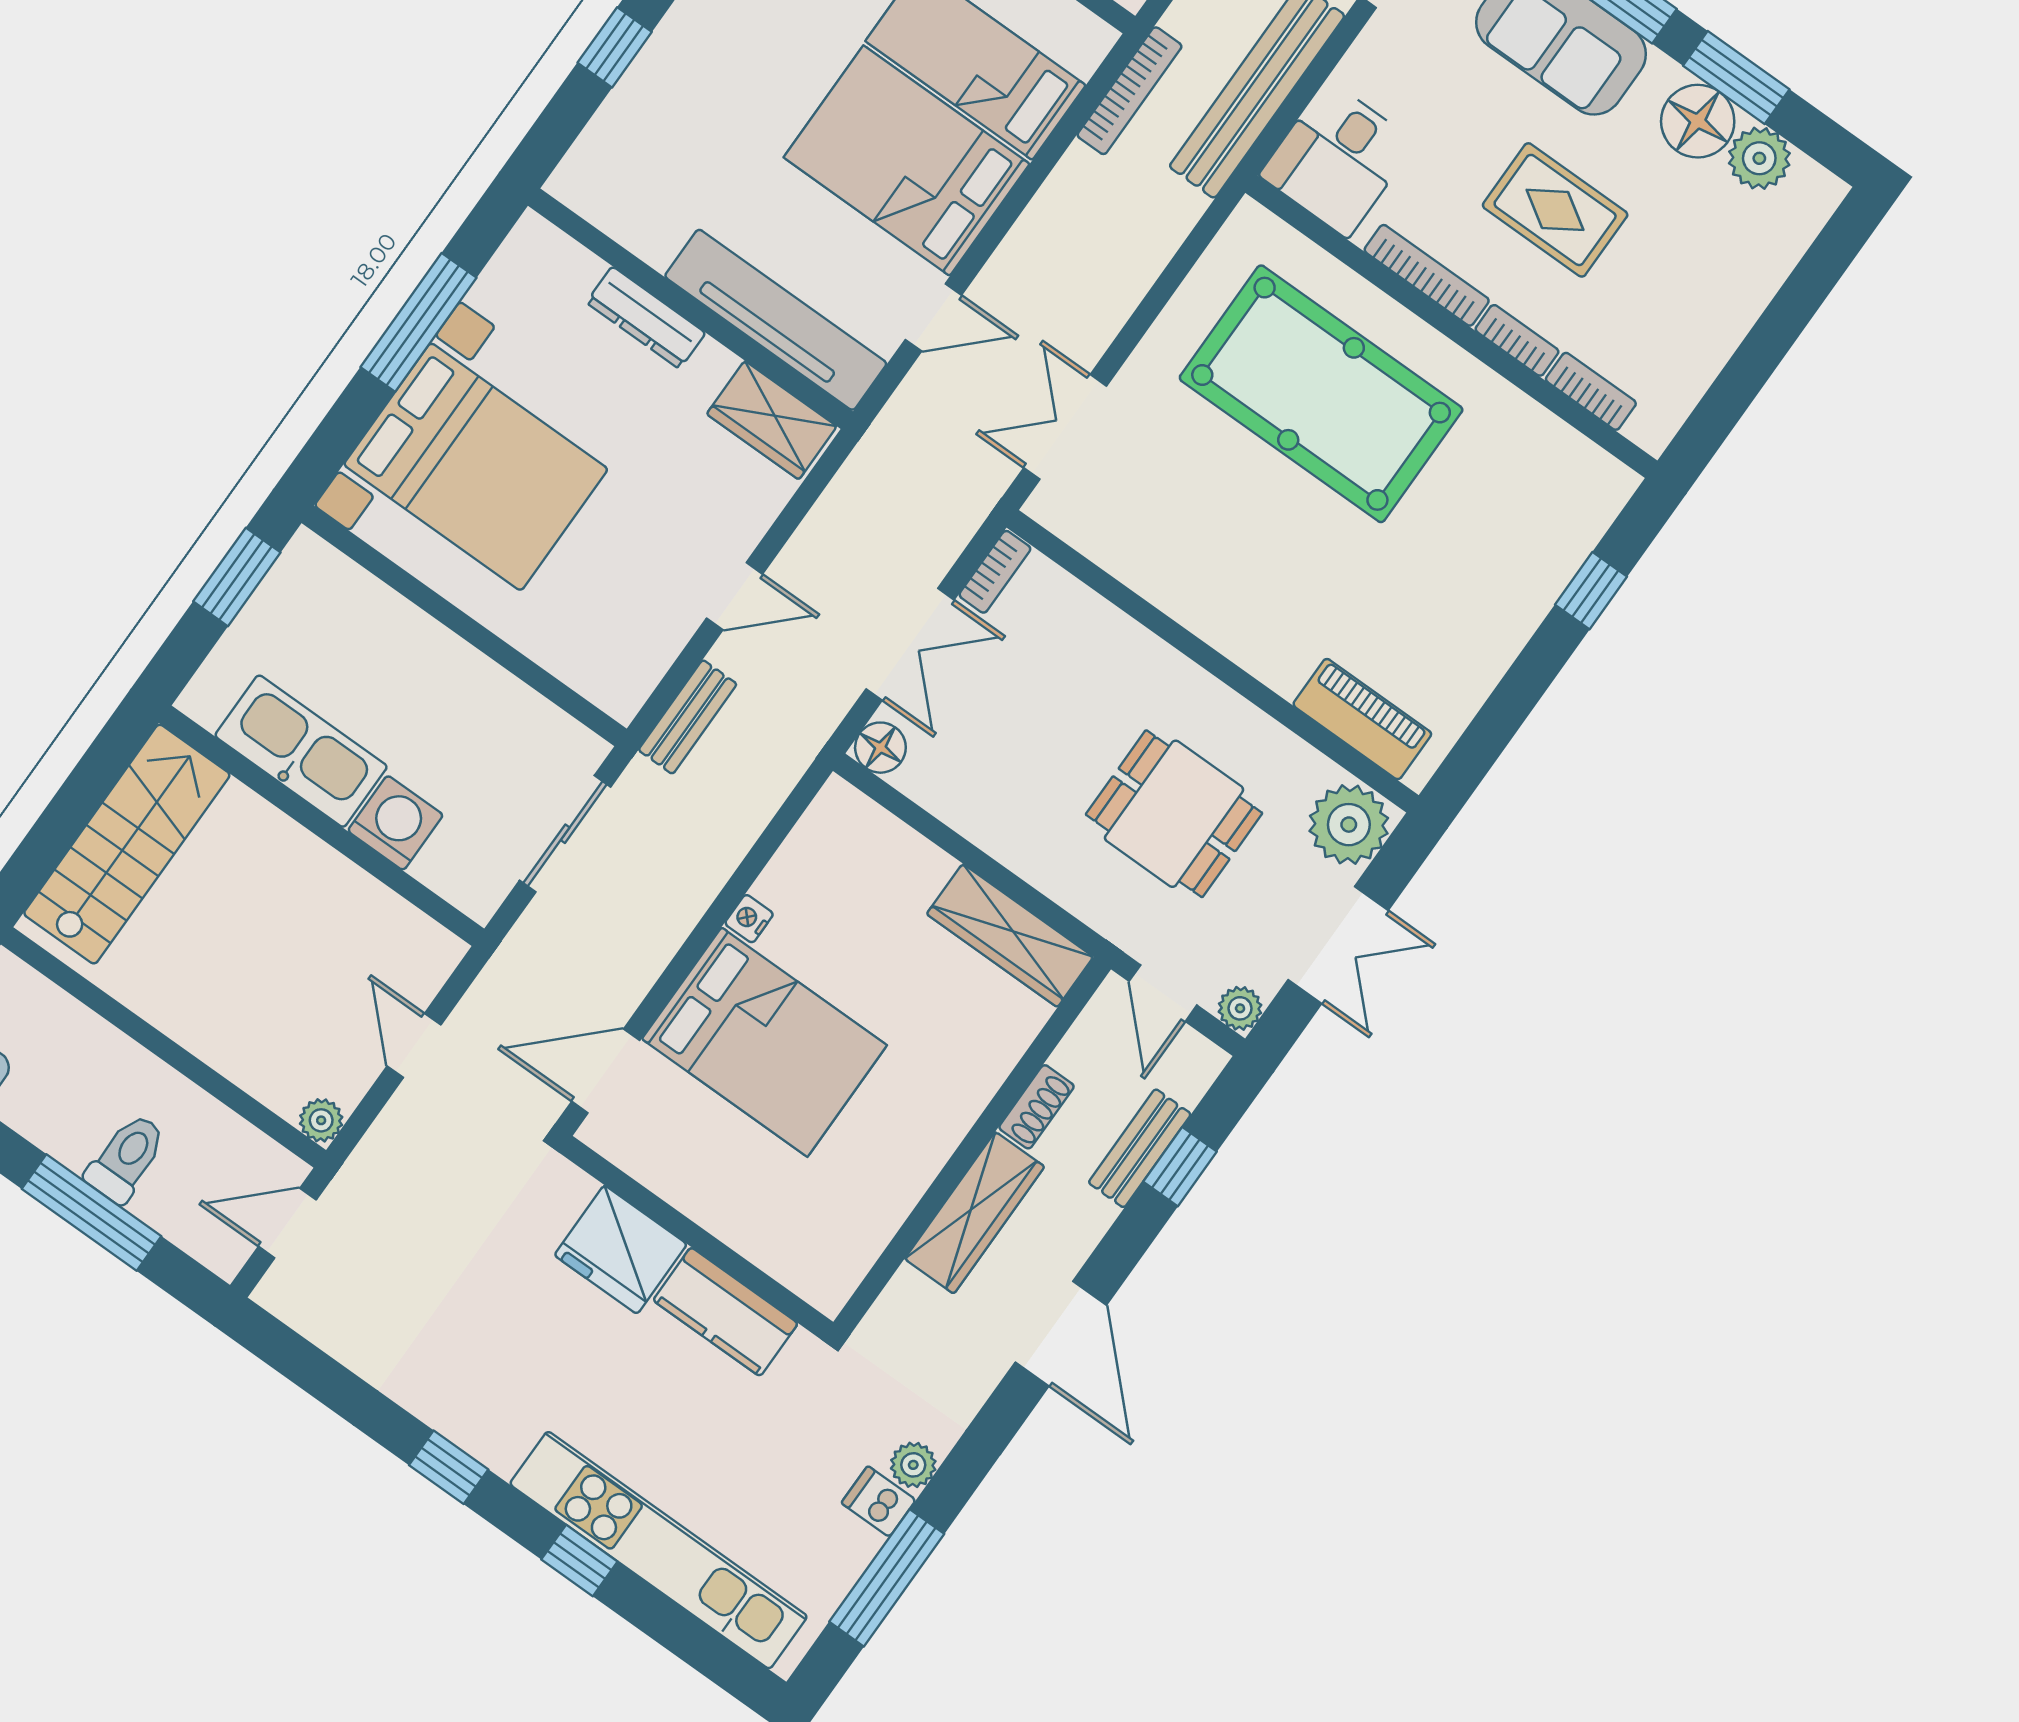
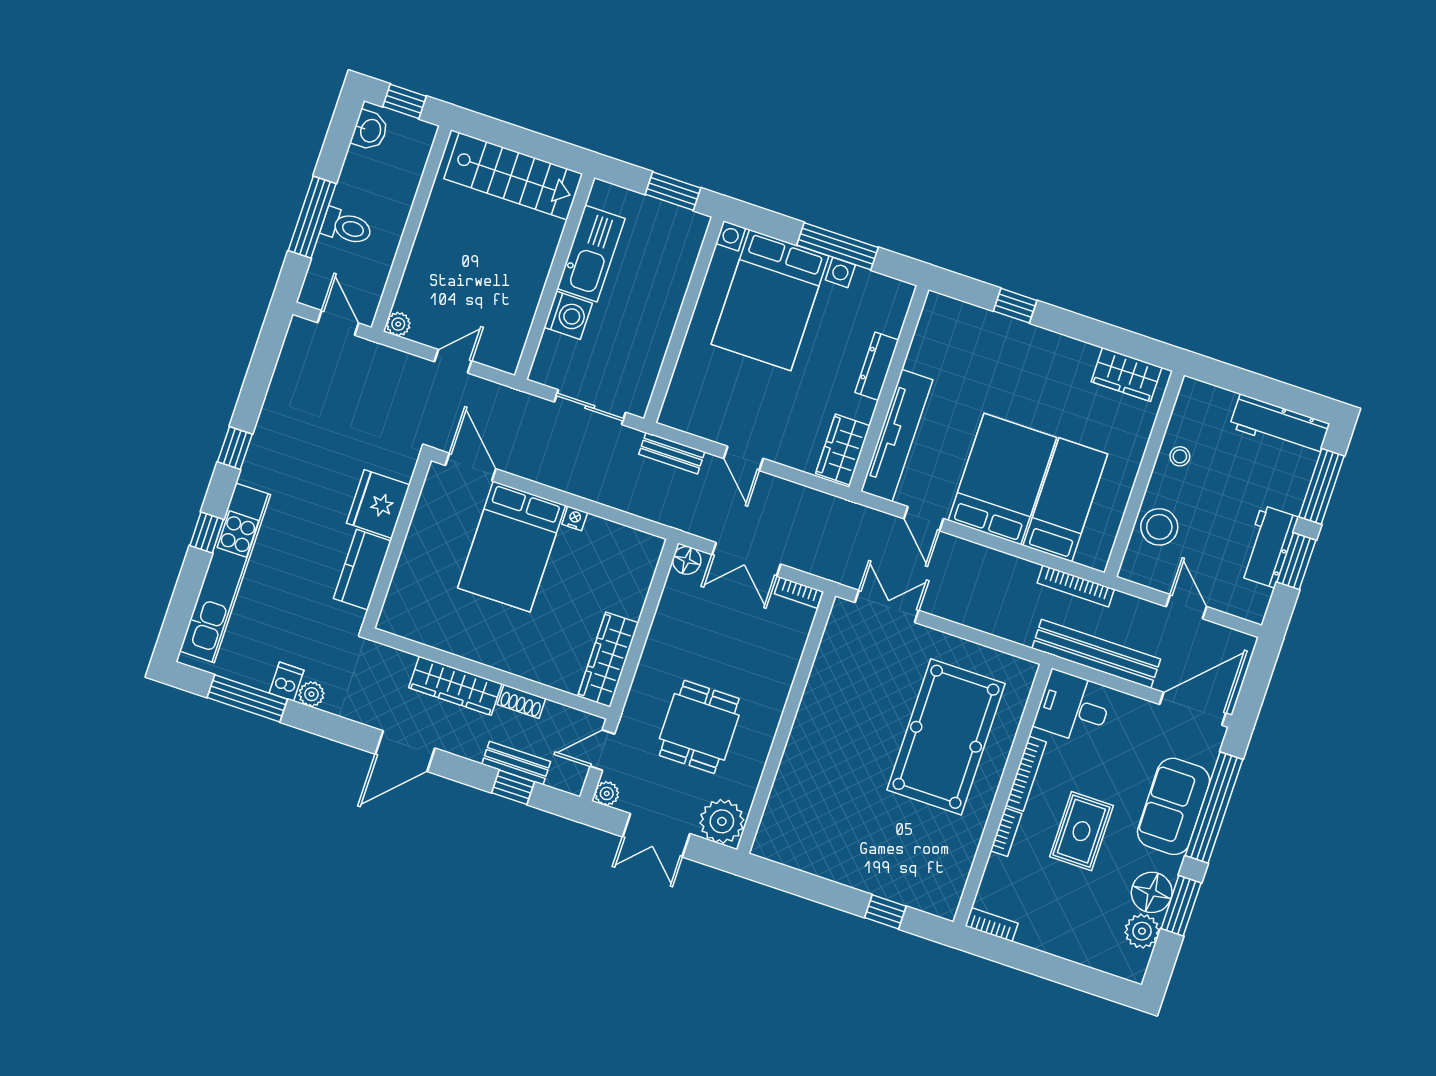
bookcase: (1591, 391) -> (992, 925), moved, turned -90
piano: (1362, 719) -> (780, 811), removed

